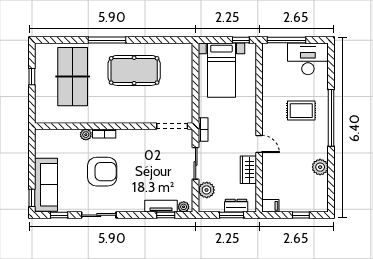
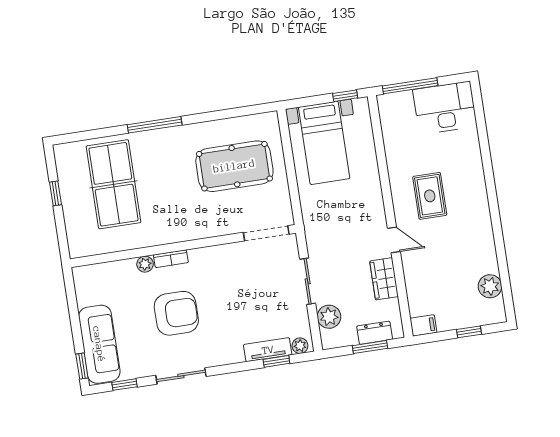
pool table: (134, 70) -> (234, 166), moved
rug: (301, 111) -> (430, 196), moved, turned 90
window: (331, 118) -> (491, 187), removed
bookcase: (203, 130) -> (311, 231), removed
plant: (320, 167) -> (490, 286), moved

